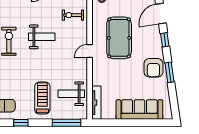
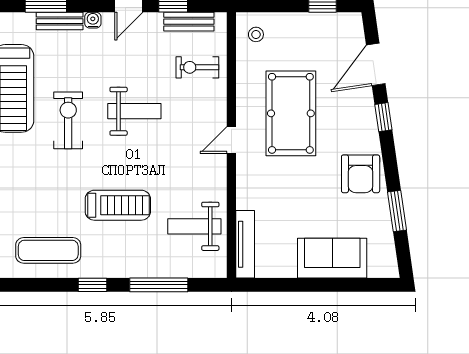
window: (169, 72) -> (397, 211), moved
treadmill: (42, 98) -> (118, 205), moved, turned 90
sofa: (139, 109) -> (332, 258), width x0.73
window: (66, 123) -> (159, 285), moved

